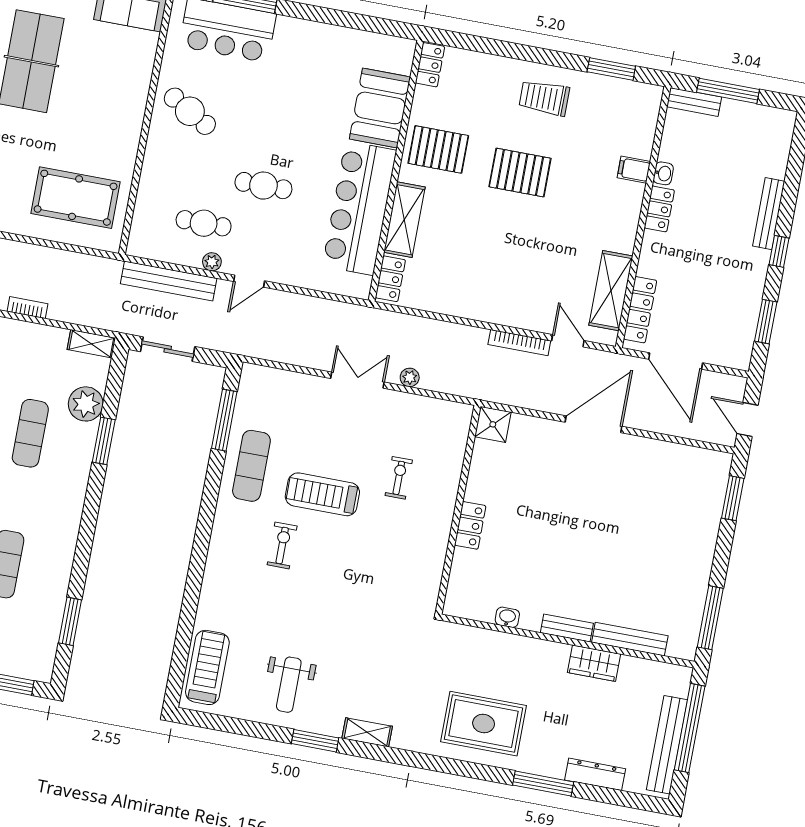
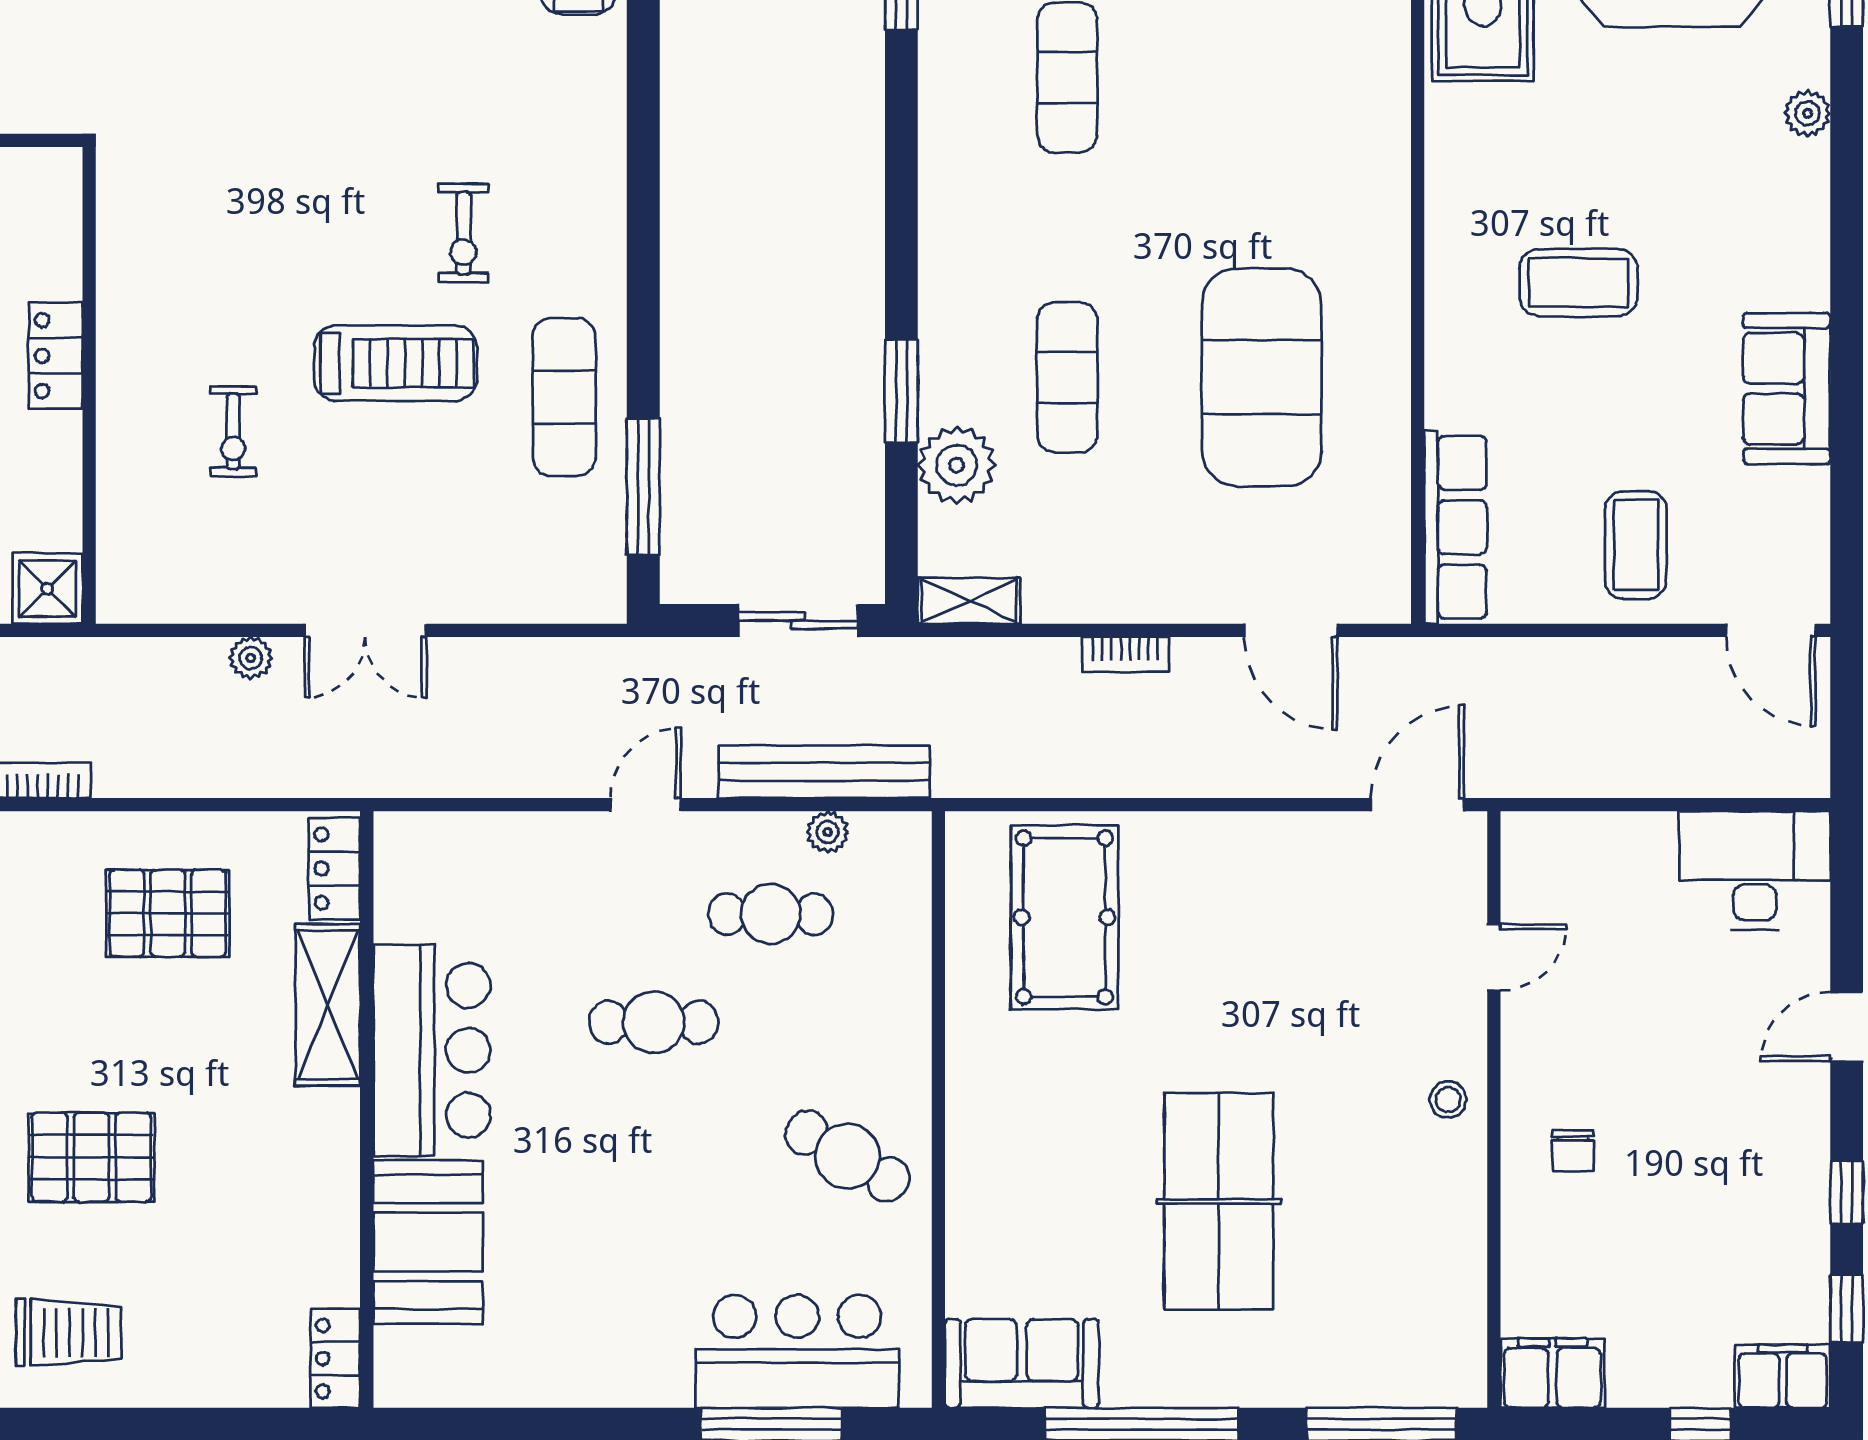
pallet: (438, 149) -> (168, 913), moved
pool table: (76, 198) -> (1065, 917), turned 90
bar counter: (359, 208) -> (432, 1050), width x0.73
plant: (212, 262) -> (828, 832), moved

